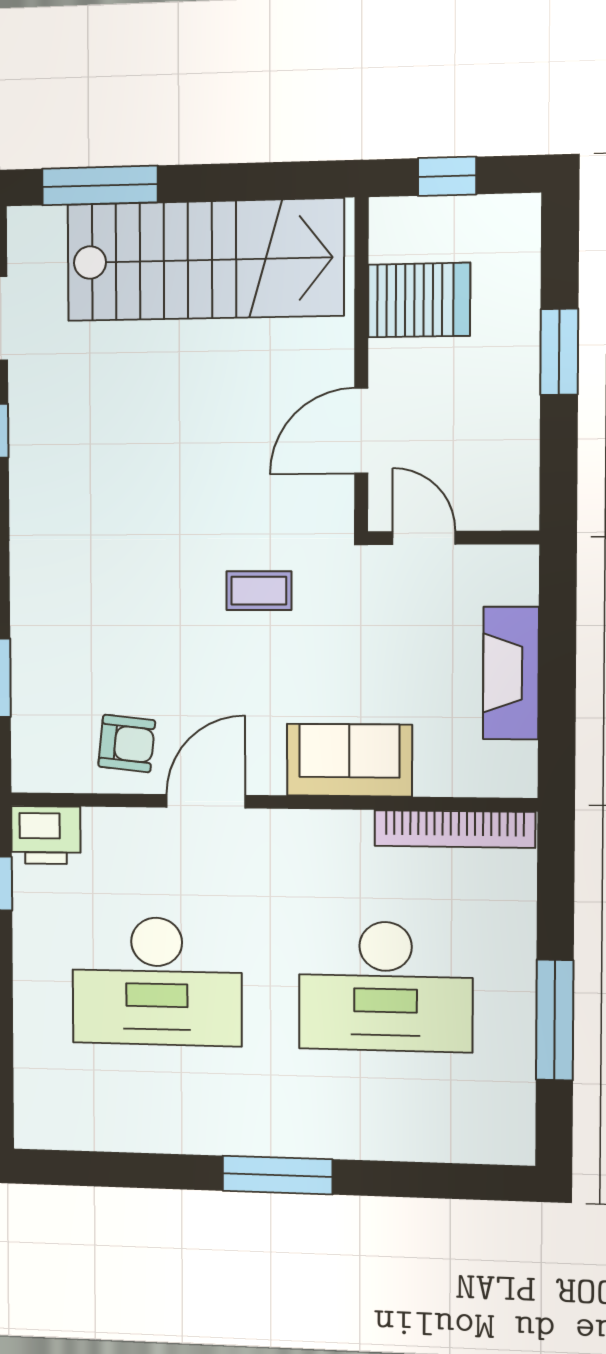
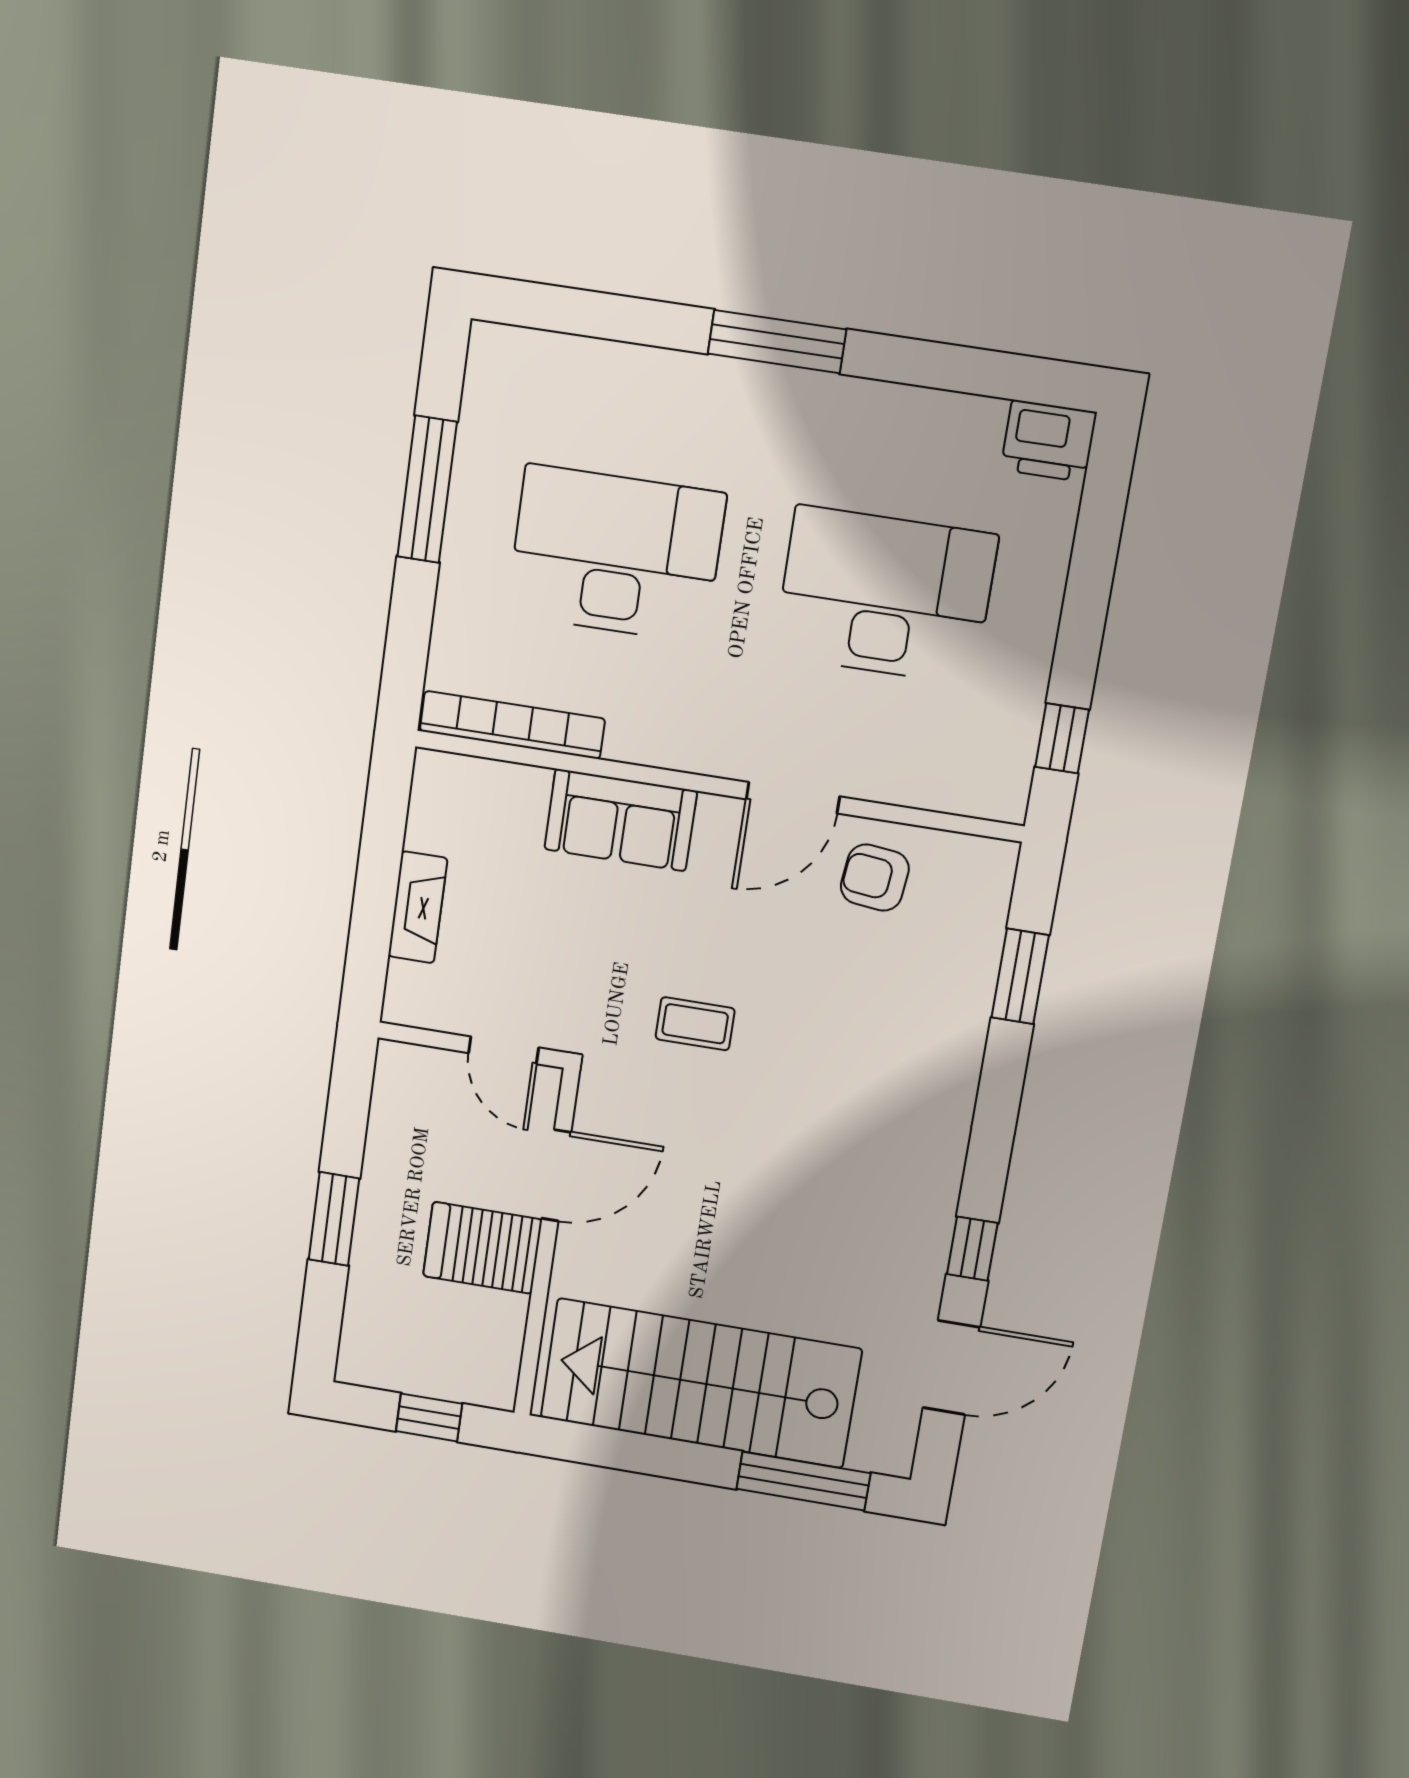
server rack: (419, 300) -> (482, 1248), moved
fireplace: (511, 673) -> (418, 907), width x0.73, depth x0.76
printer: (46, 835) -> (1049, 441), moved, turned 180

